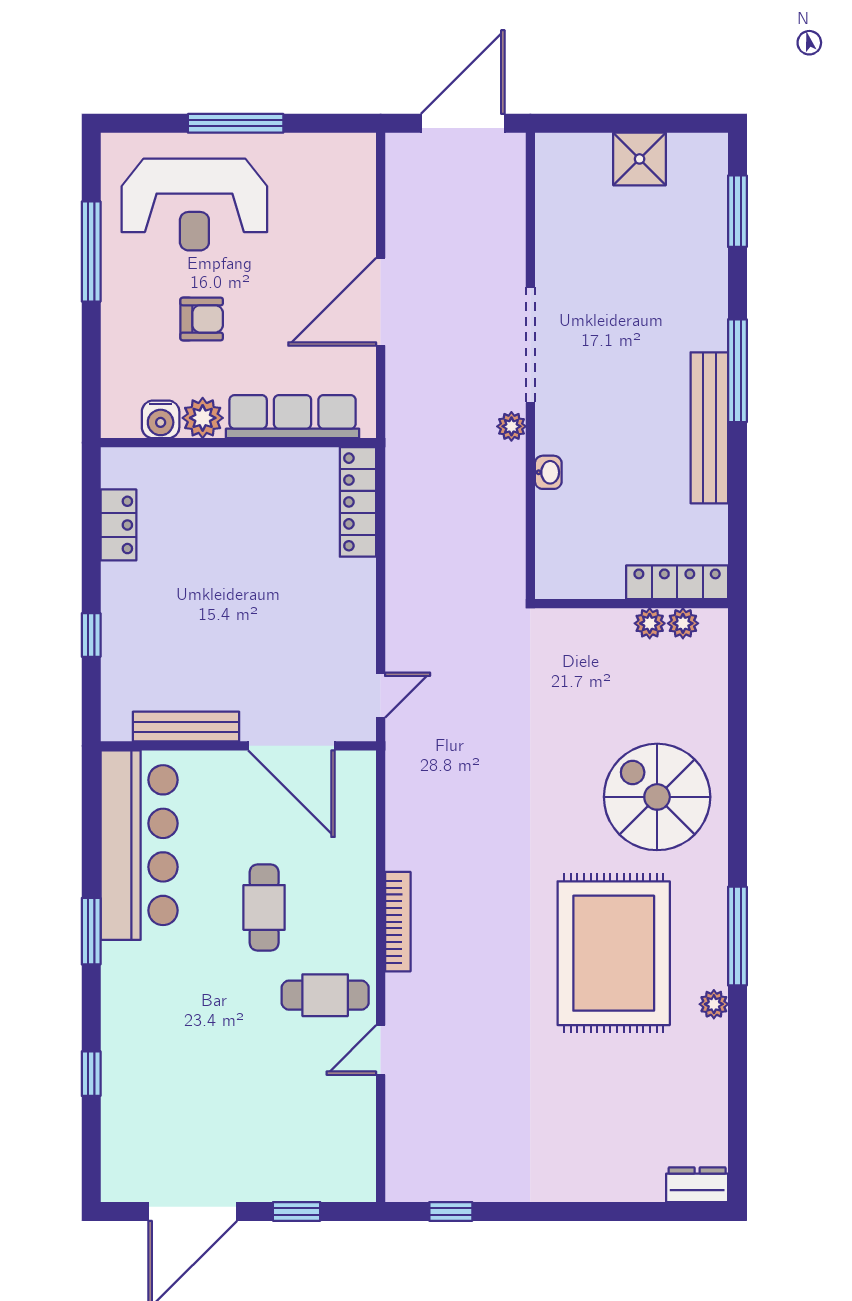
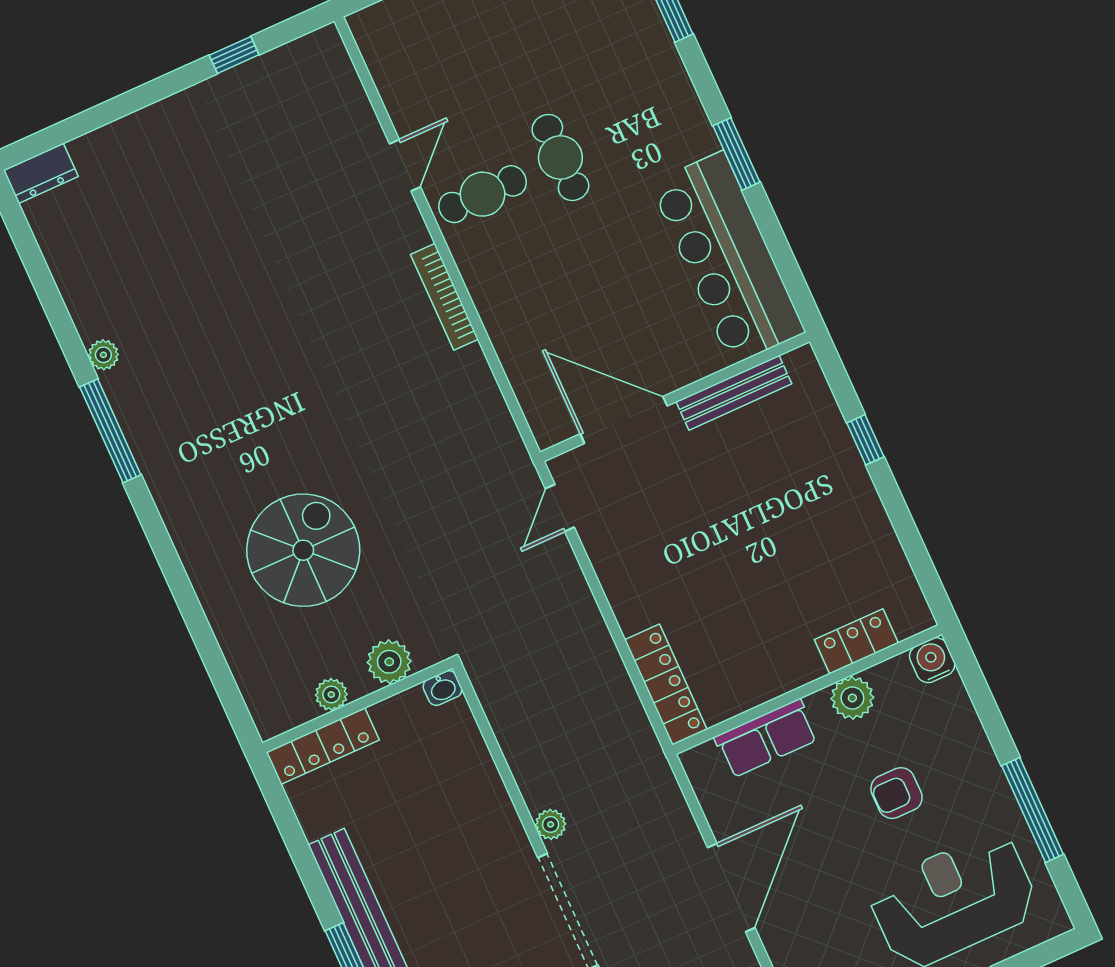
row of seats: (293, 417) -> (766, 738), width x0.68
water cooler: (161, 419) -> (932, 660), moved
washbasin: (548, 472) -> (442, 688), moved, turned -90
locker: (118, 525) -> (856, 641), moved, turned 90
plant: (683, 623) -> (389, 662), moved, width x1.38, depth x1.38
spiral stairs: (657, 797) -> (303, 550), moved, turned -90
cafe table: (264, 907) -> (560, 158), moved
rug: (614, 953) -> (222, 360), removed
window: (451, 1211) -> (234, 55), moved

